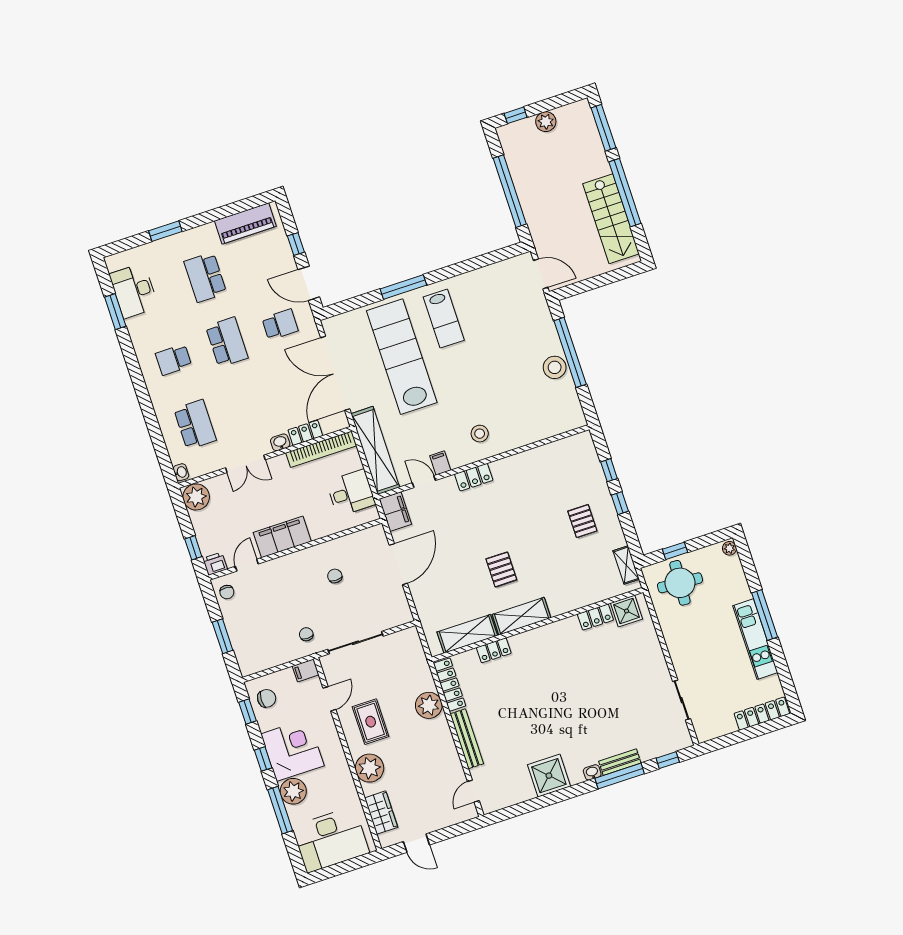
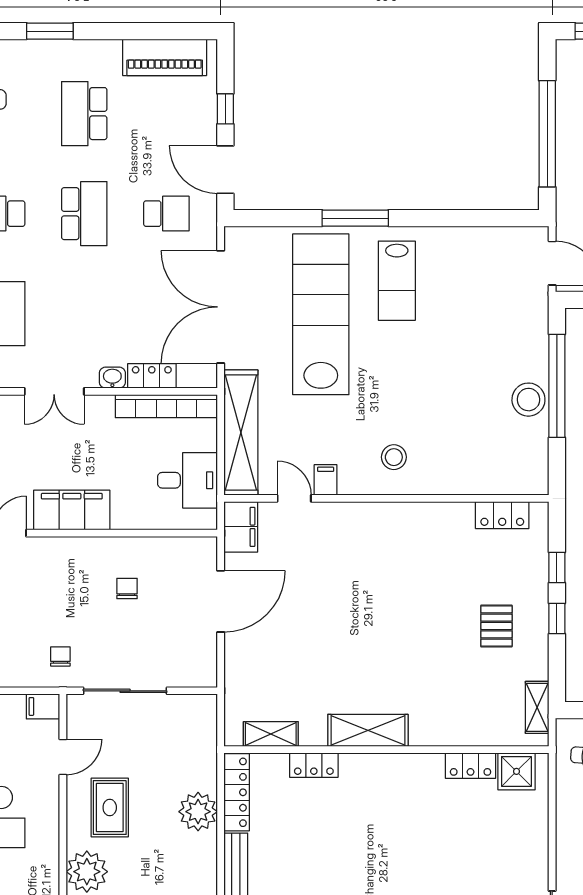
locker: (474, 477) -> (502, 515), moved
pallet: (501, 569) -> (361, 656), removed
shelving: (467, 634) -> (271, 734), width x0.67, depth x0.75

